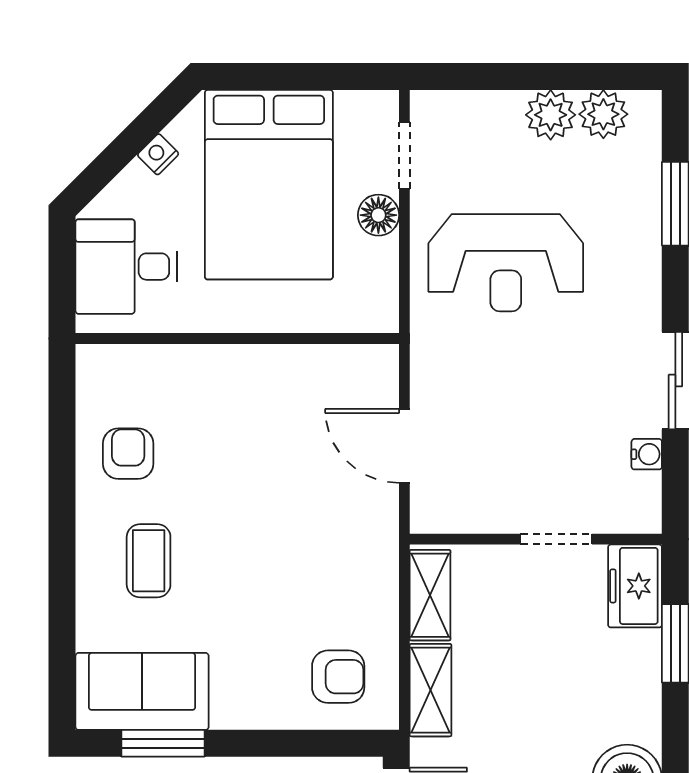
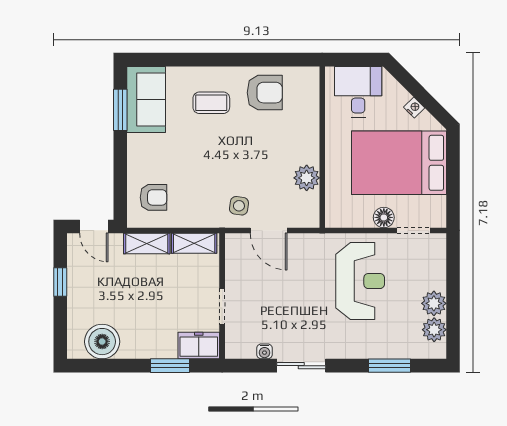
reception desk: (506, 263) -> (360, 281), turned 180
plant: (299, 370) -> (307, 178), added
door: (404, 446) -> (269, 230), swing flipped
armchair: (128, 454) -> (265, 93), width x1.38, depth x1.38
side table: (355, 505) -> (239, 206), added
armchair: (338, 677) -> (153, 197), turned -90

